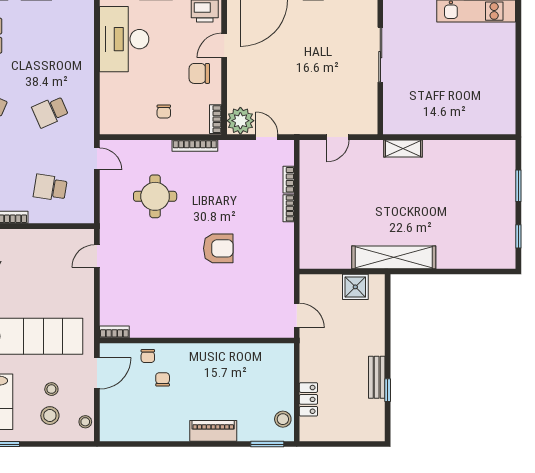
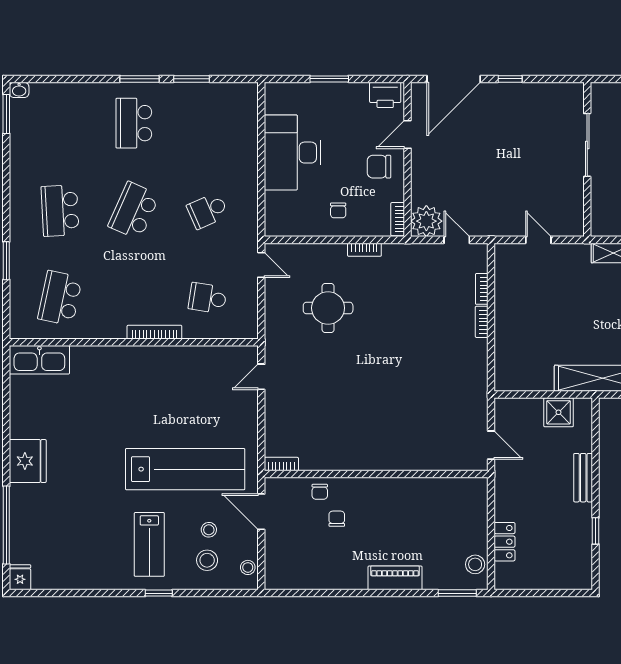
desk: (124, 39) -> (293, 153), moved
door: (338, 137) -> (538, 240), swing flipped
bookcase: (195, 146) -> (364, 250), width x0.64
armchair: (218, 248) -> (401, 368), removed
door: (97, 373) -> (261, 512), swing flipped
bench: (377, 377) -> (583, 478), moved

